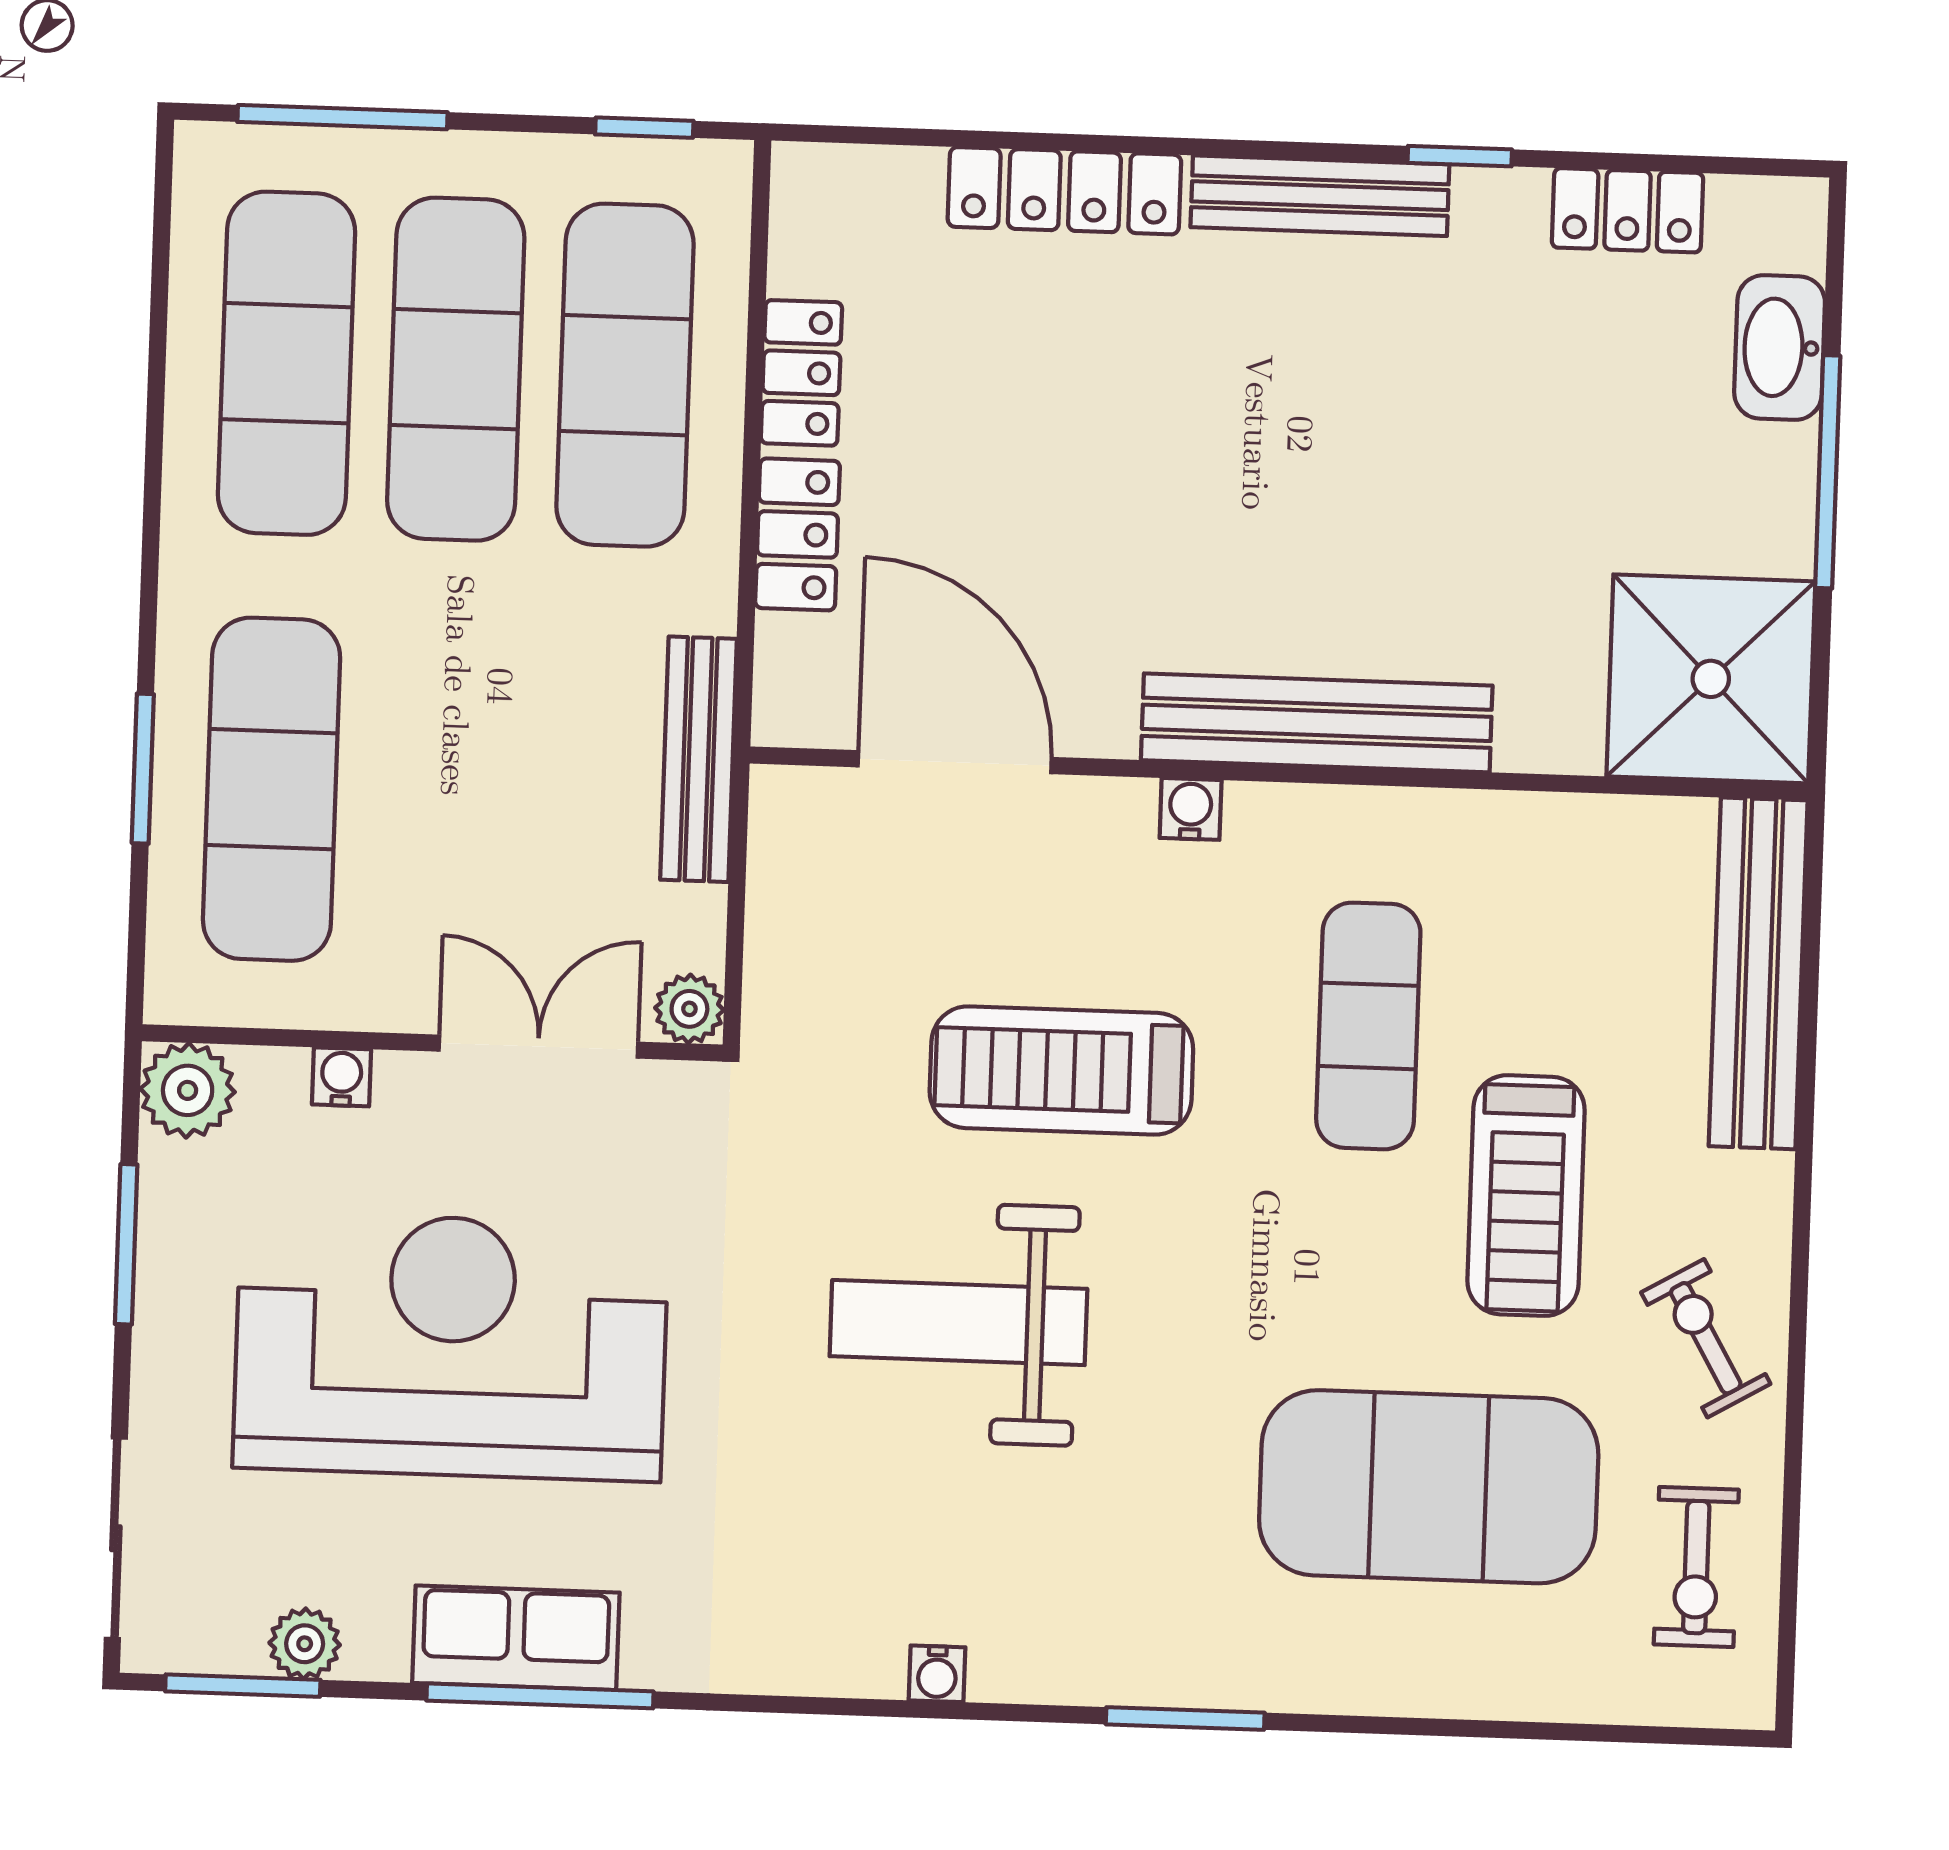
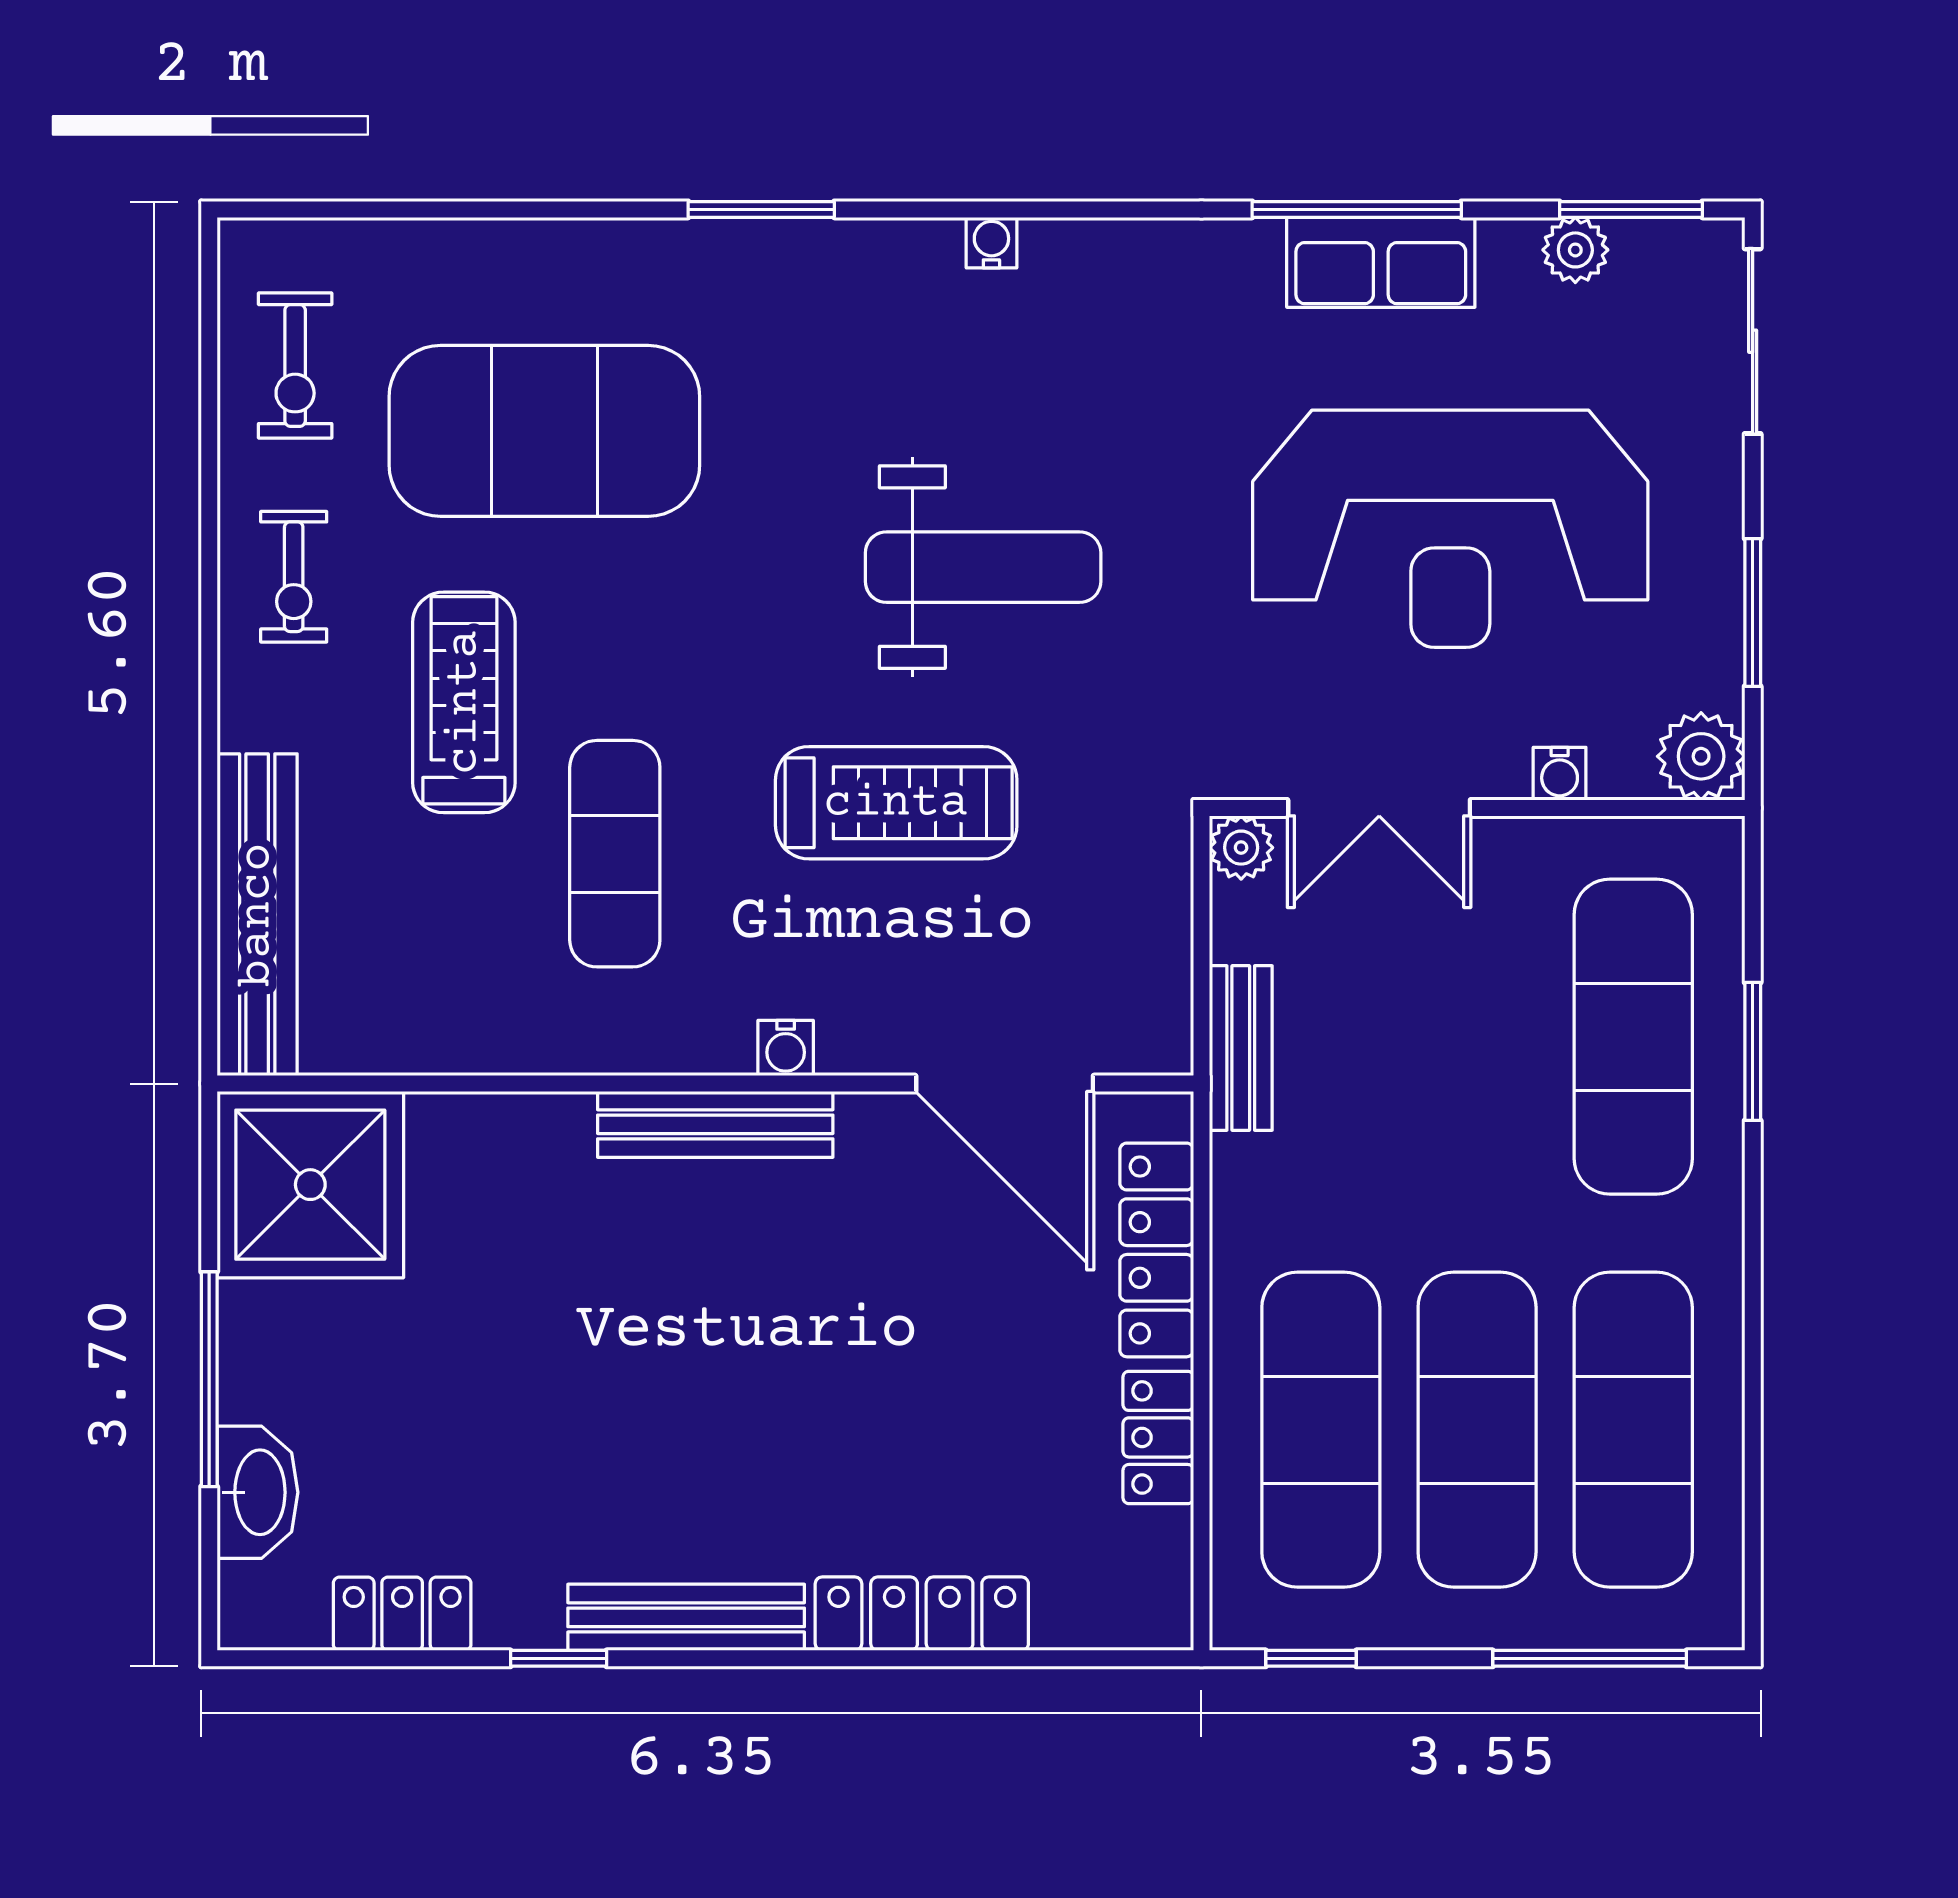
locker: (798, 534) -> (1157, 1250), width x1.53
bench: (1317, 723) -> (715, 1124), width x0.73, depth x0.82
bench: (699, 759) -> (1241, 1048), width x0.73
exercise bike: (1706, 1338) -> (294, 577), turned 30
exercise bike: (1696, 1567) -> (295, 366), turned 180

